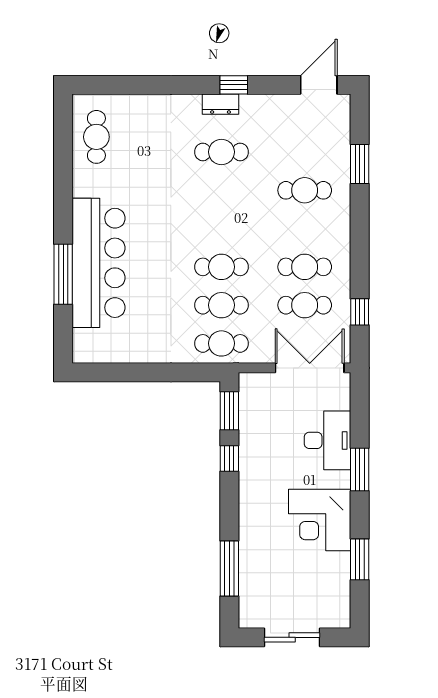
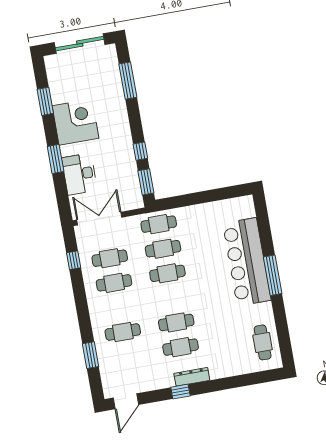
dresser: (221, 104) -> (192, 377), width x1.44
cafe table: (221, 190) -> (176, 322), added
window: (63, 274) -> (273, 275), moved
double door: (310, 368) -> (99, 219), swing flipped
sliding door: (292, 637) -> (80, 44), width x1.37

